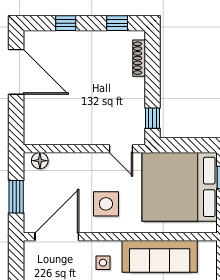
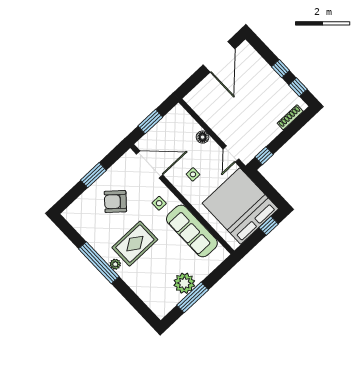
window: (66, 23) -> (281, 69), moved
floor lamp: (40, 161) -> (203, 137), moved
side table: (106, 204) -> (193, 174), width x0.54, depth x0.54

